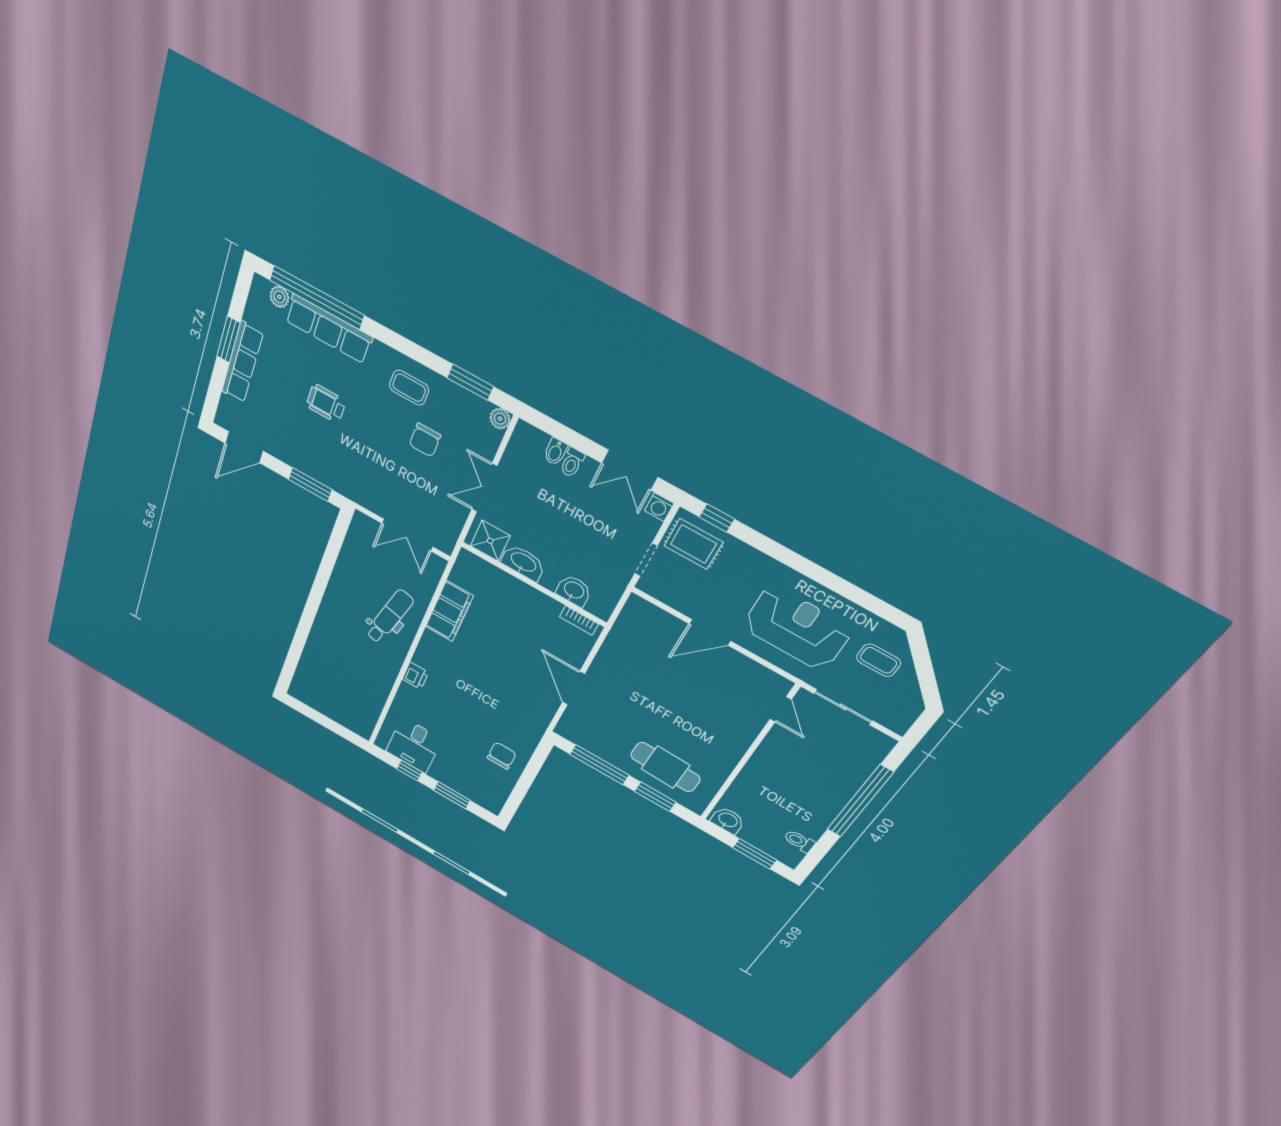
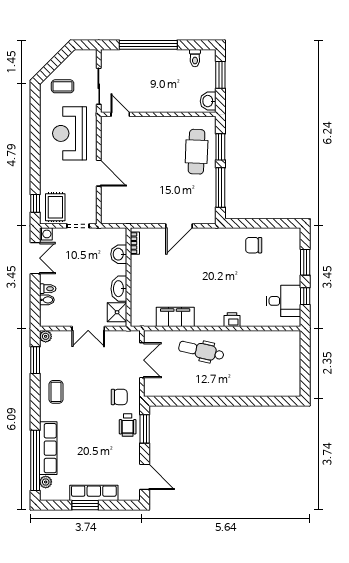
wheelchair: (326, 403) -> (128, 425), moved
chair: (425, 440) -> (119, 397), moved
coffee table: (879, 660) -> (63, 86), turned 90
door: (781, 709) -> (120, 114), hinge flipped

